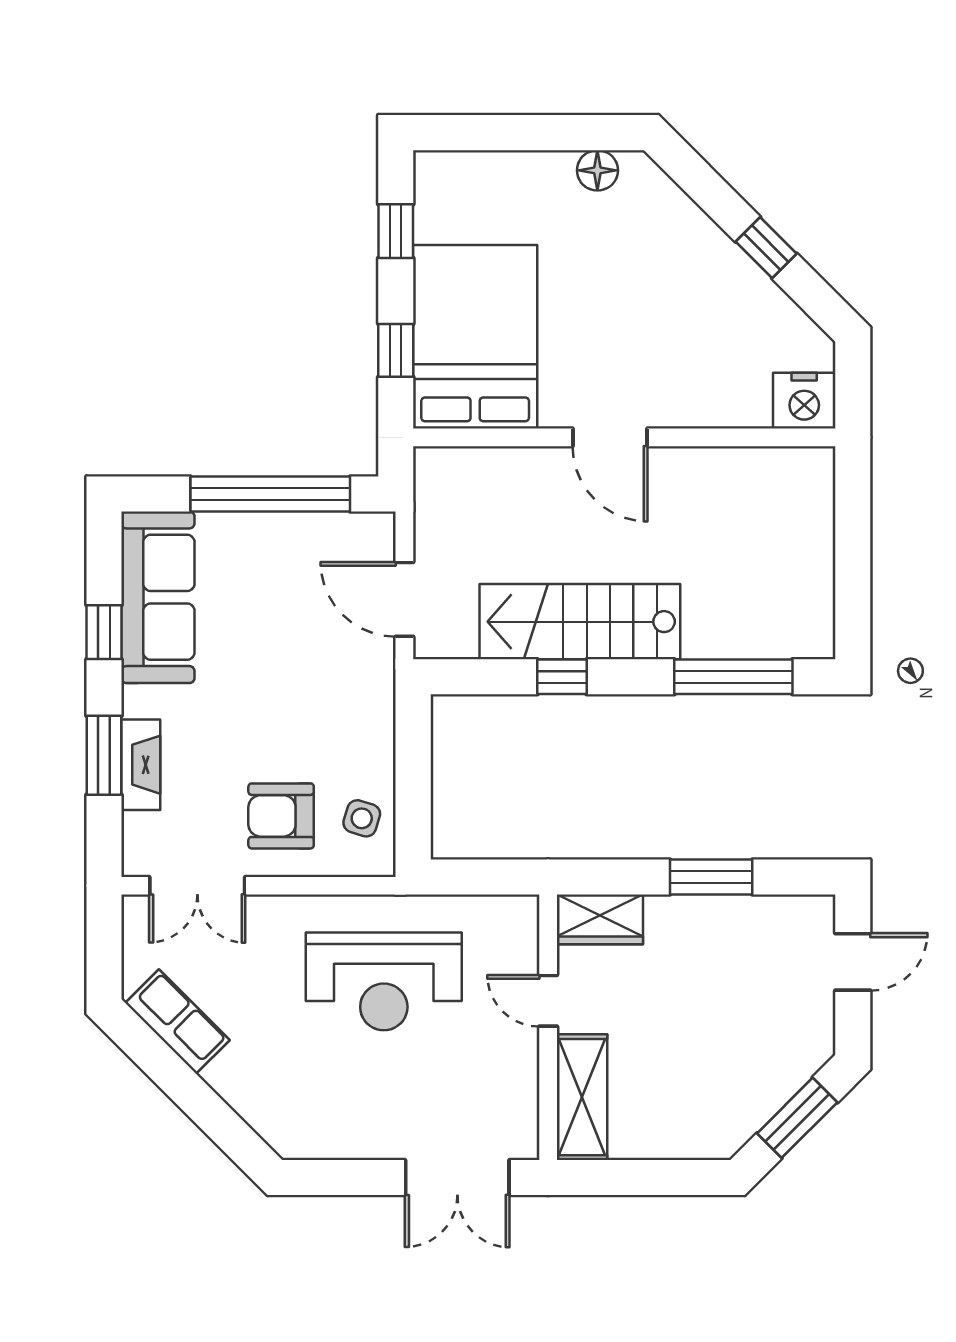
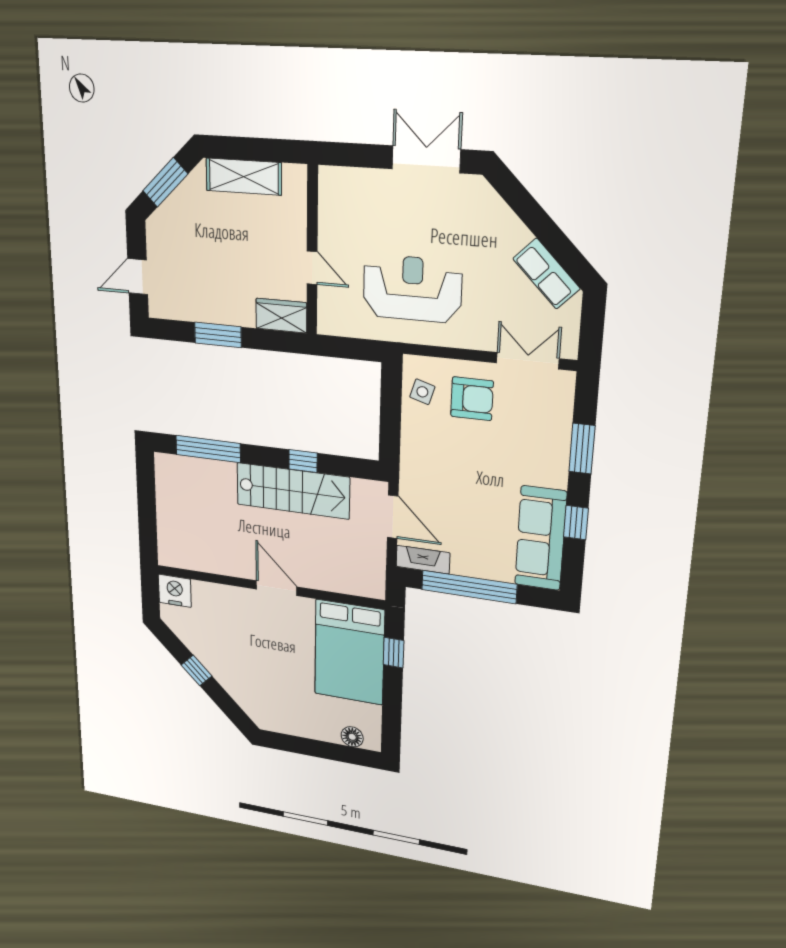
floor lamp: (597, 170) -> (352, 737), moved
window: (396, 231) -> (392, 714), removed
fireplace: (141, 765) -> (423, 560), moved, turned 90
shelving: (582, 1097) -> (244, 177), moved, turned 90
double door: (457, 1177) -> (426, 159), moved

